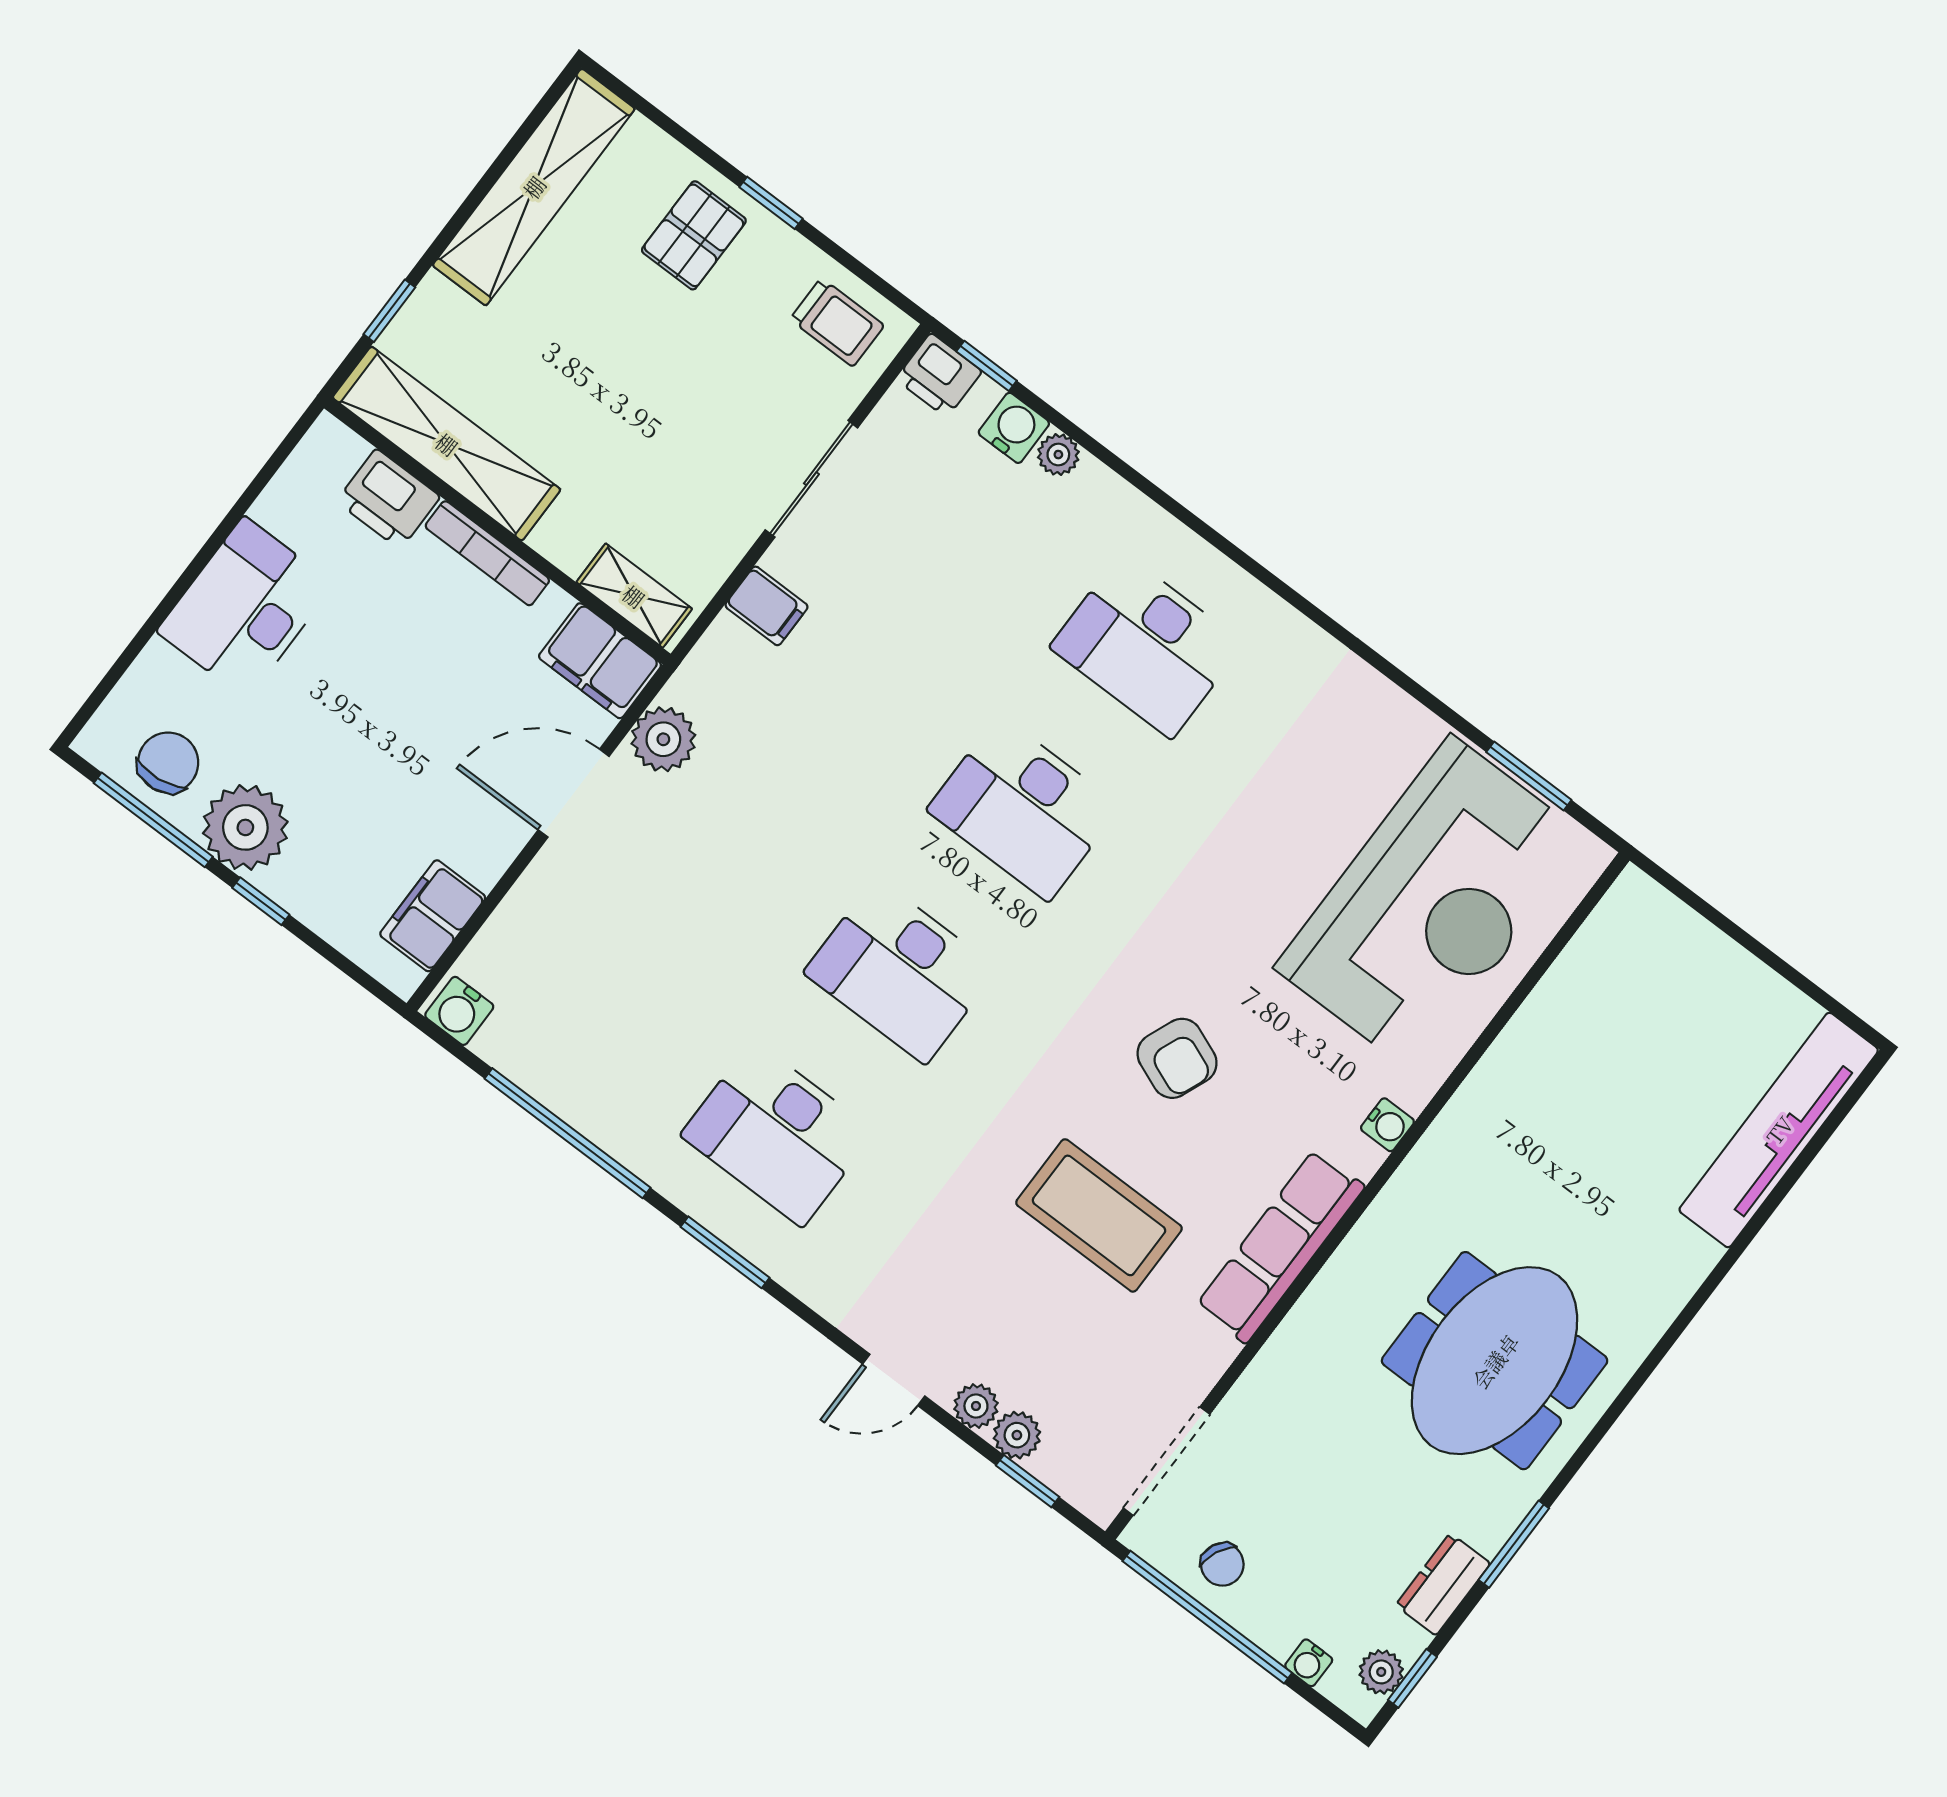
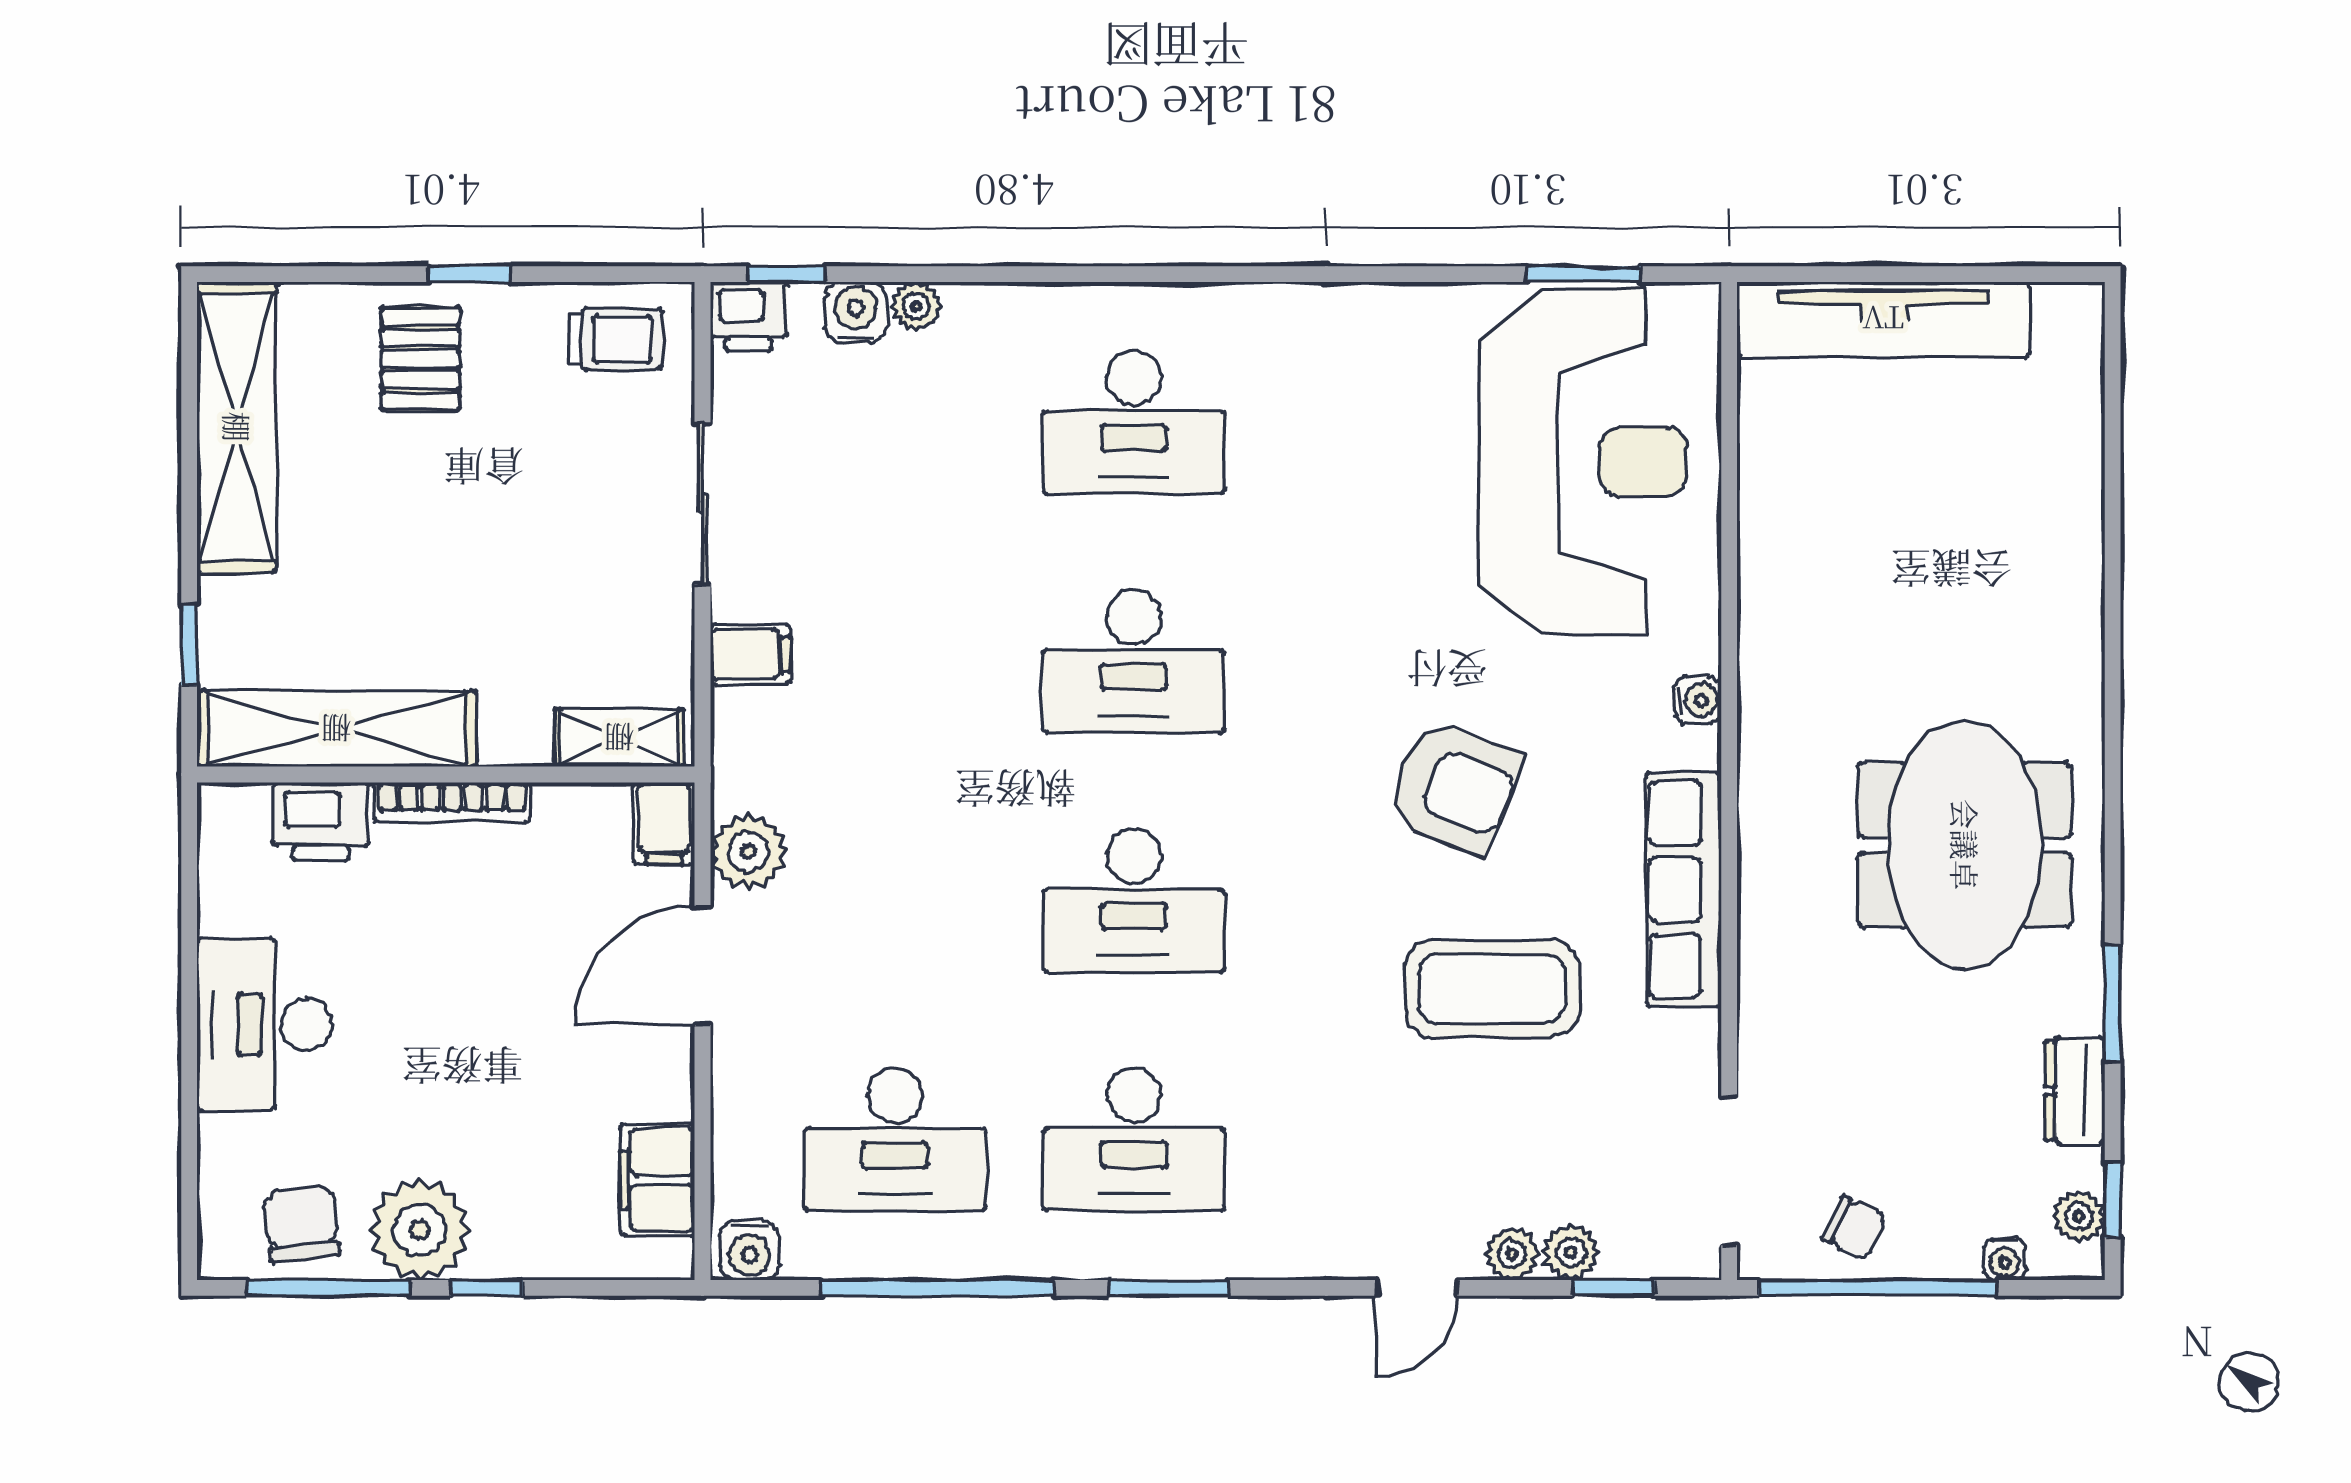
filing cabinet: (600, 661) -> (664, 823), width x0.50
desk: (615, 1011) -> (895, 1140), added
armchair: (1177, 1058) -> (1454, 787), width x1.38, depth x1.38
tv unit: (1779, 1130) -> (1883, 319), moved, turned -90

